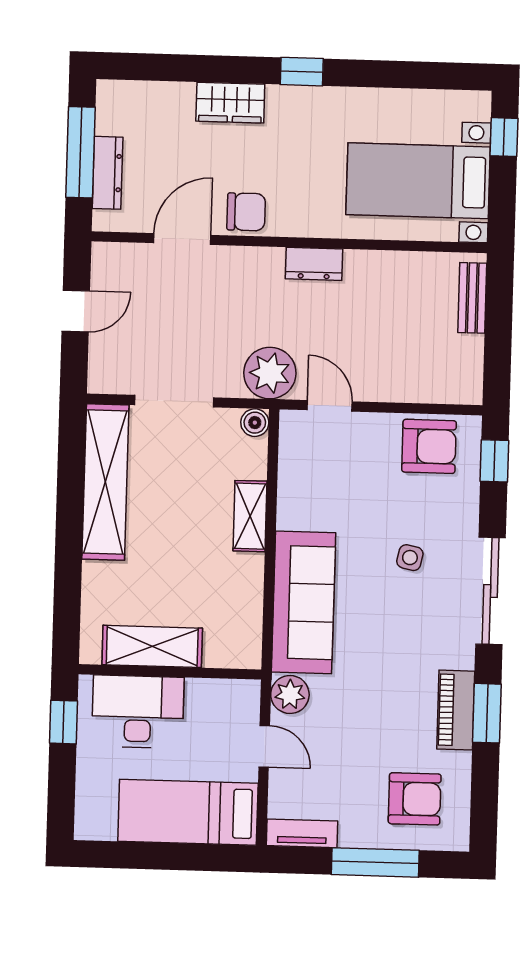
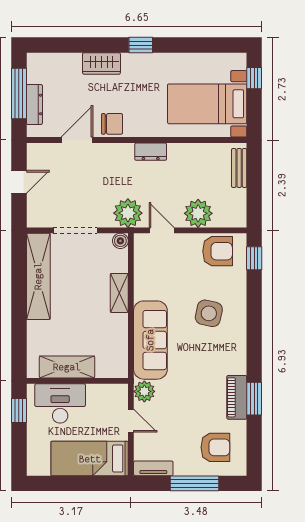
plant: (396, 377) -> (198, 213), added
side table: (410, 558) -> (209, 313), width x1.87, depth x1.87
sliding door: (491, 591) -> (254, 331), removed

